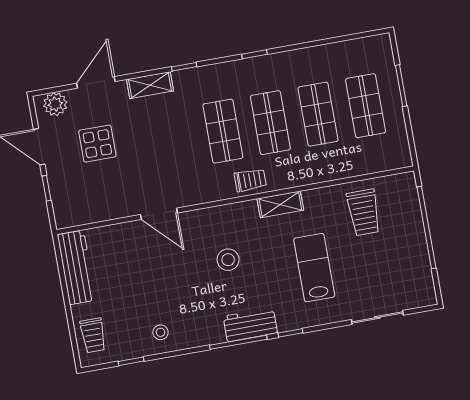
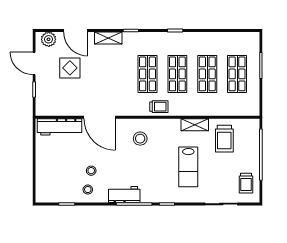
door: (96, 82) -> (76, 31), swing flipped
shelving: (280, 204) -> (195, 125), moved
door: (159, 214) -> (100, 117), width x1.36
stool: (228, 260) -> (140, 139), moved
workbench: (77, 267) -> (60, 127), moved, turned 90
lab bench: (314, 268) -> (188, 167), turned 180
stool: (161, 301) -> (91, 171), added
workbench: (250, 325) -> (124, 195), moved
trolley: (93, 335) -> (246, 183), moved

